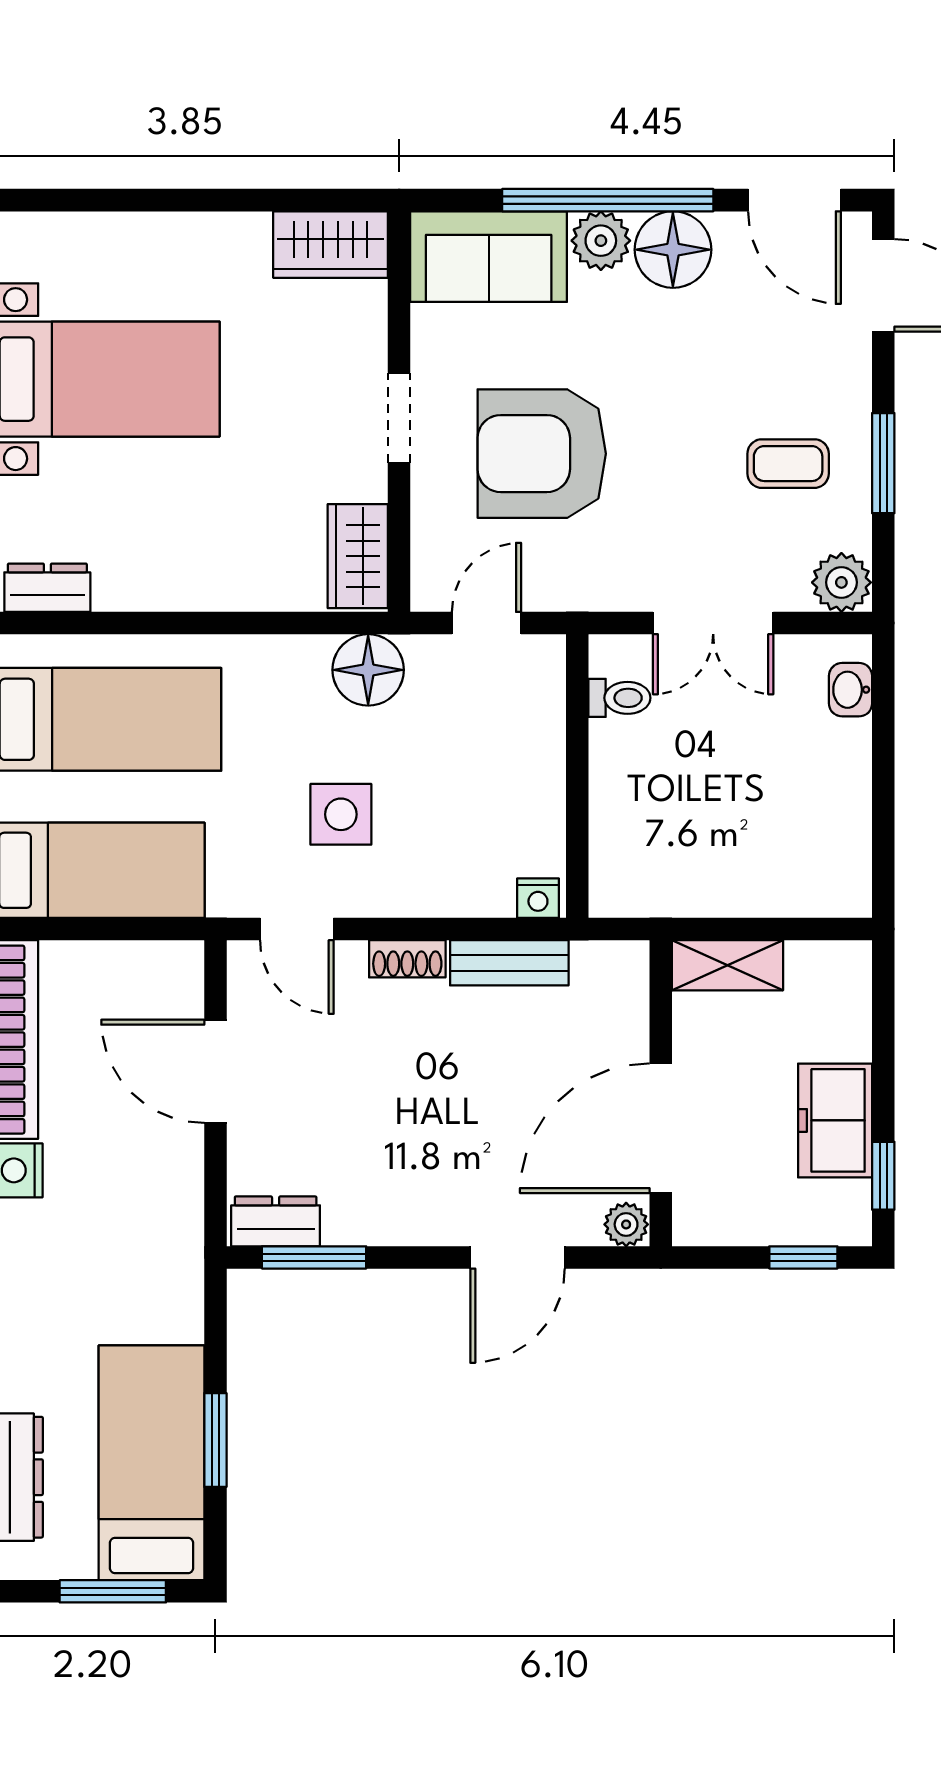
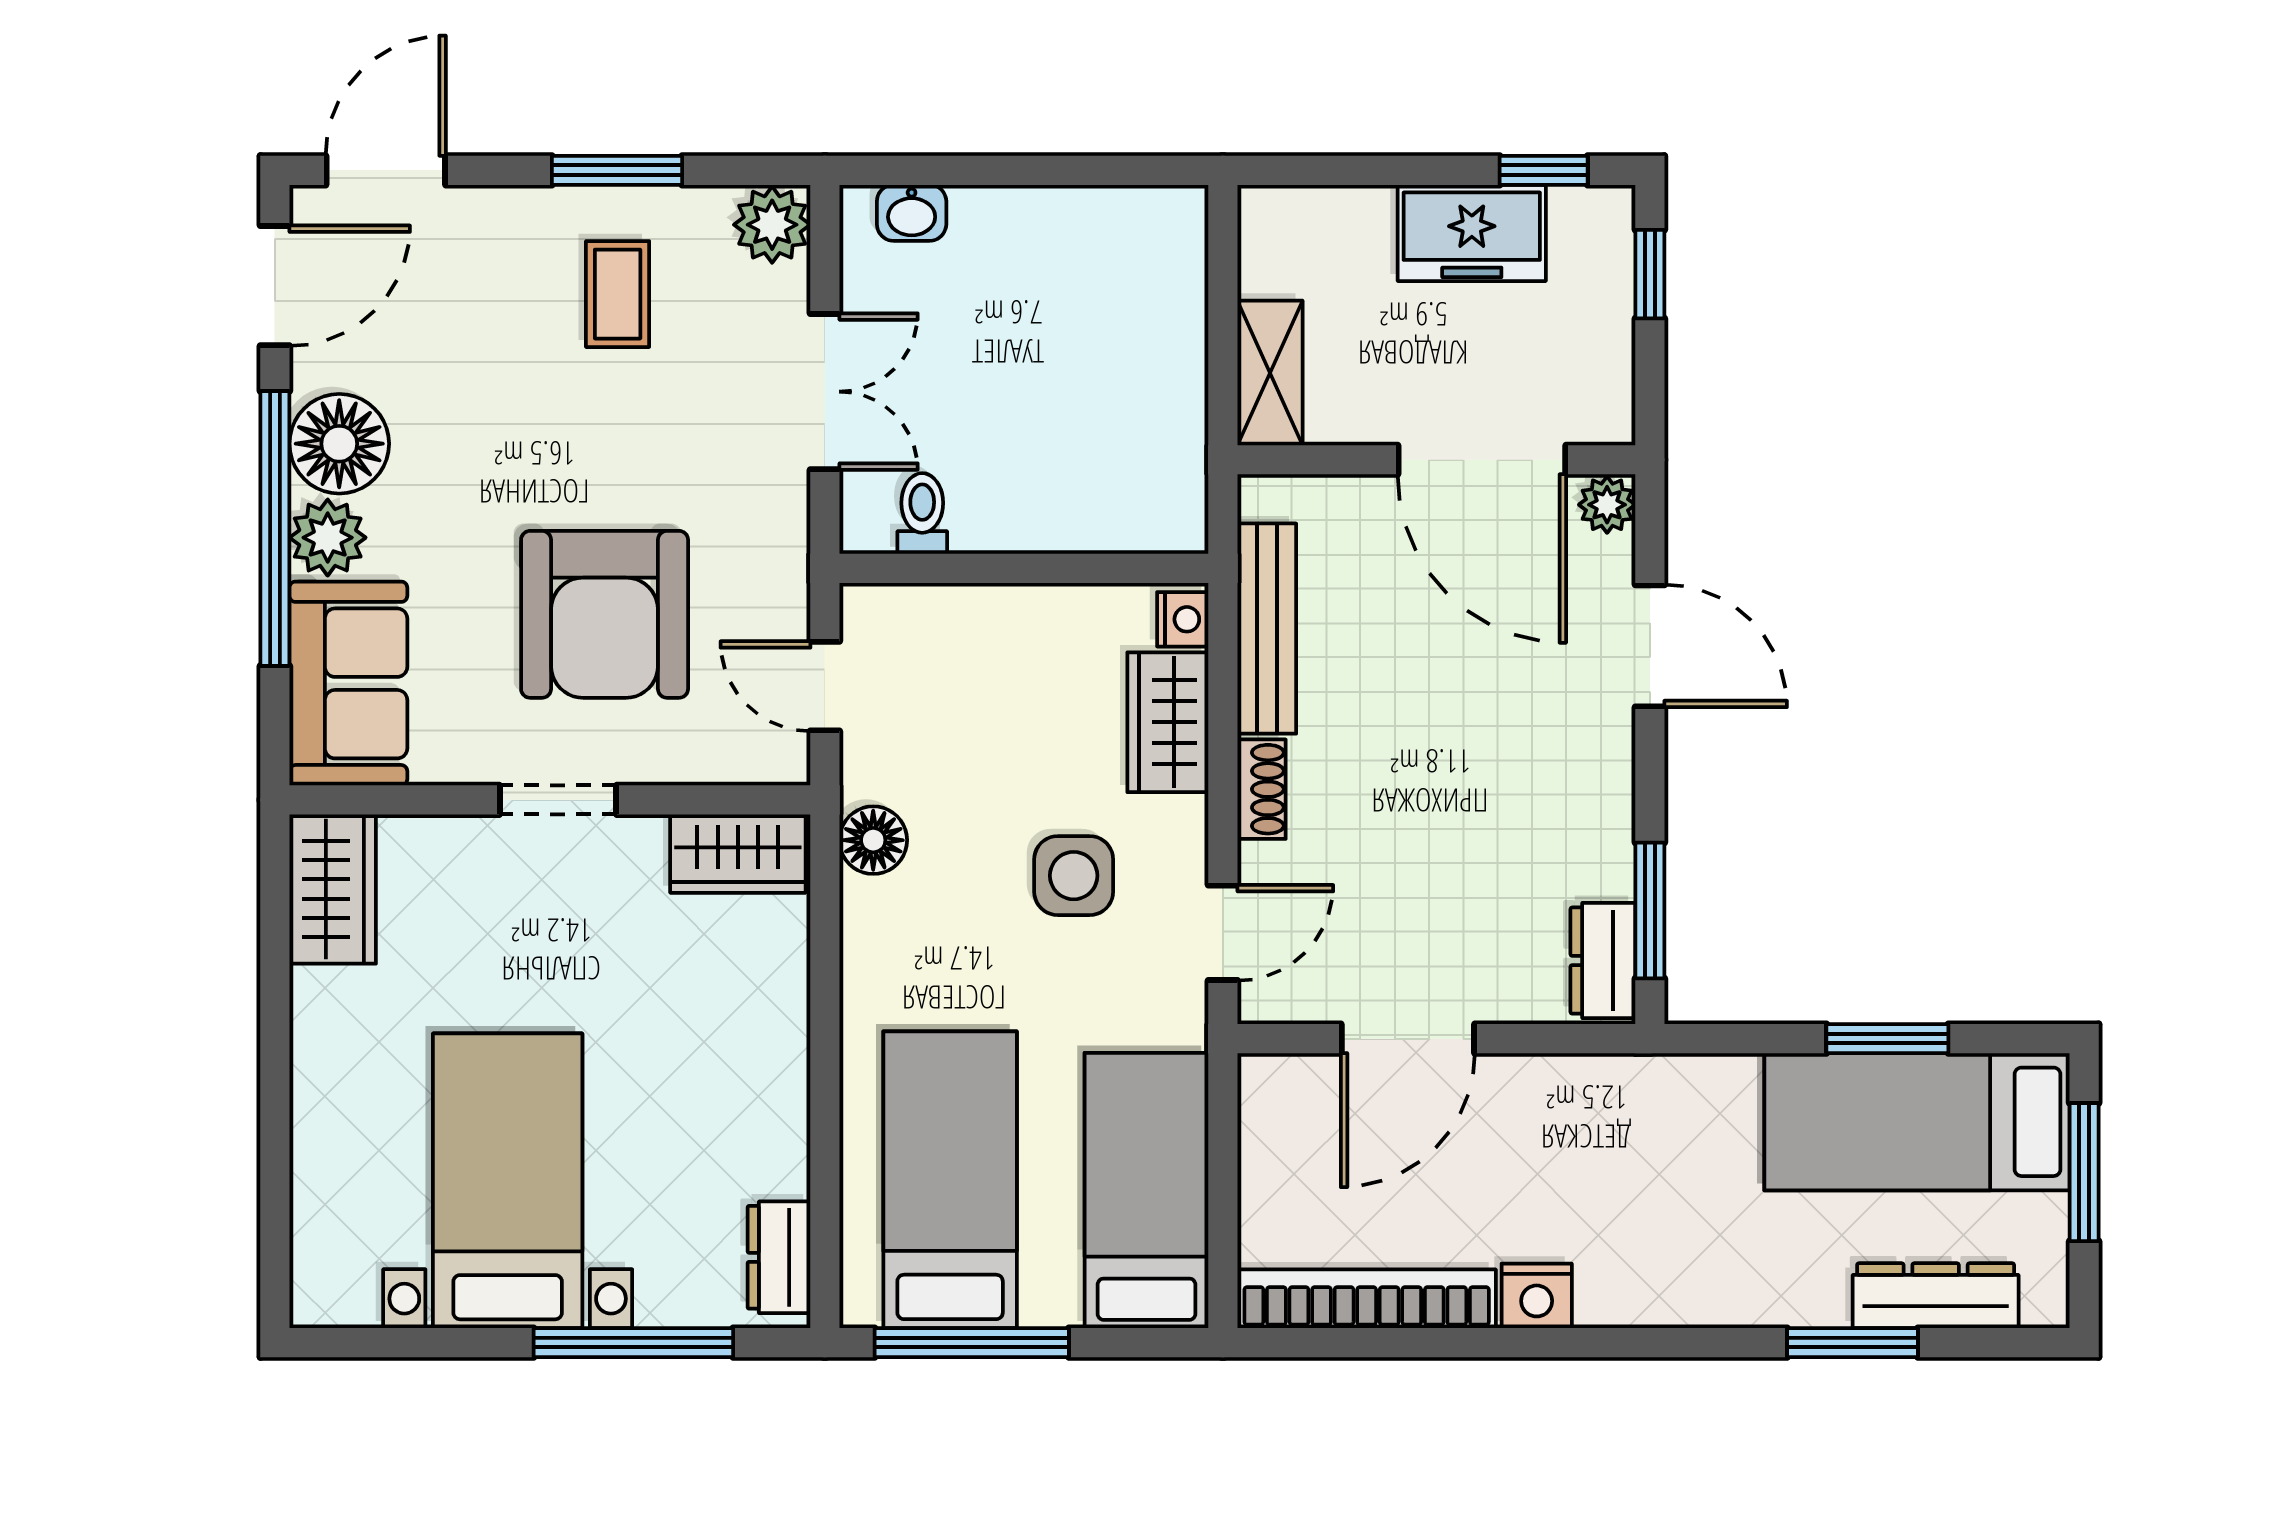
floor lamp: (368, 670) -> (873, 840), width x0.73, depth x0.73
wardrobe: (459, 887) -> (1168, 722), added
bench: (509, 963) -> (1267, 629), width x1.36

